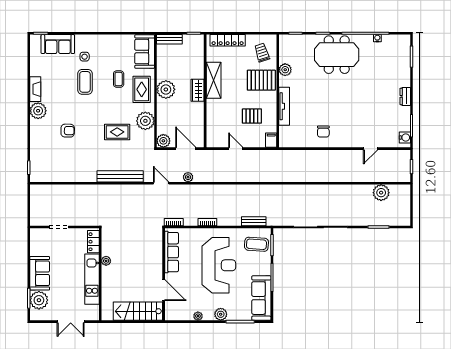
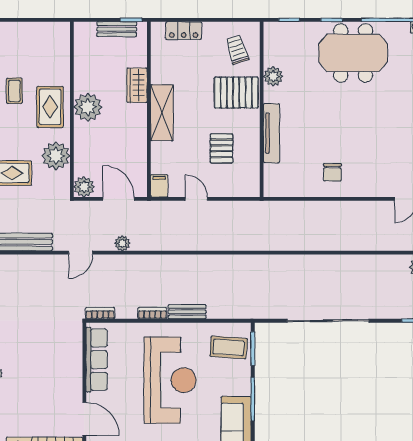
bench: (169, 39) -> (117, 29), moved
locker: (228, 40) -> (184, 31), width x0.66
sofa: (145, 52) -> (55, 48), removed
shelving: (214, 80) -> (162, 113), moved
wardrobe: (198, 90) -> (137, 85), moved
pallet: (252, 116) -> (221, 148), turned 90
filing cabinet: (271, 140) -> (159, 186), moved
door: (161, 183) -> (81, 253), swing flipped
bench: (254, 221) -> (187, 312), moved

